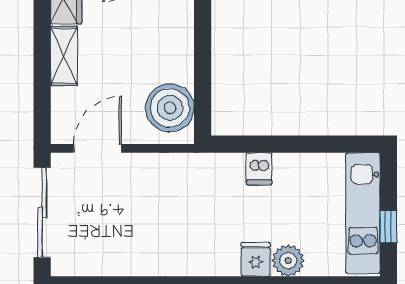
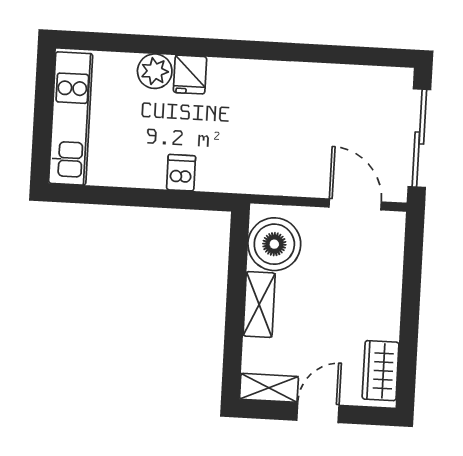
shelving: (64, 56) -> (259, 305), moved
door: (98, 148) -> (355, 204), swing flipped
window: (388, 226) -> (44, 102), removed

